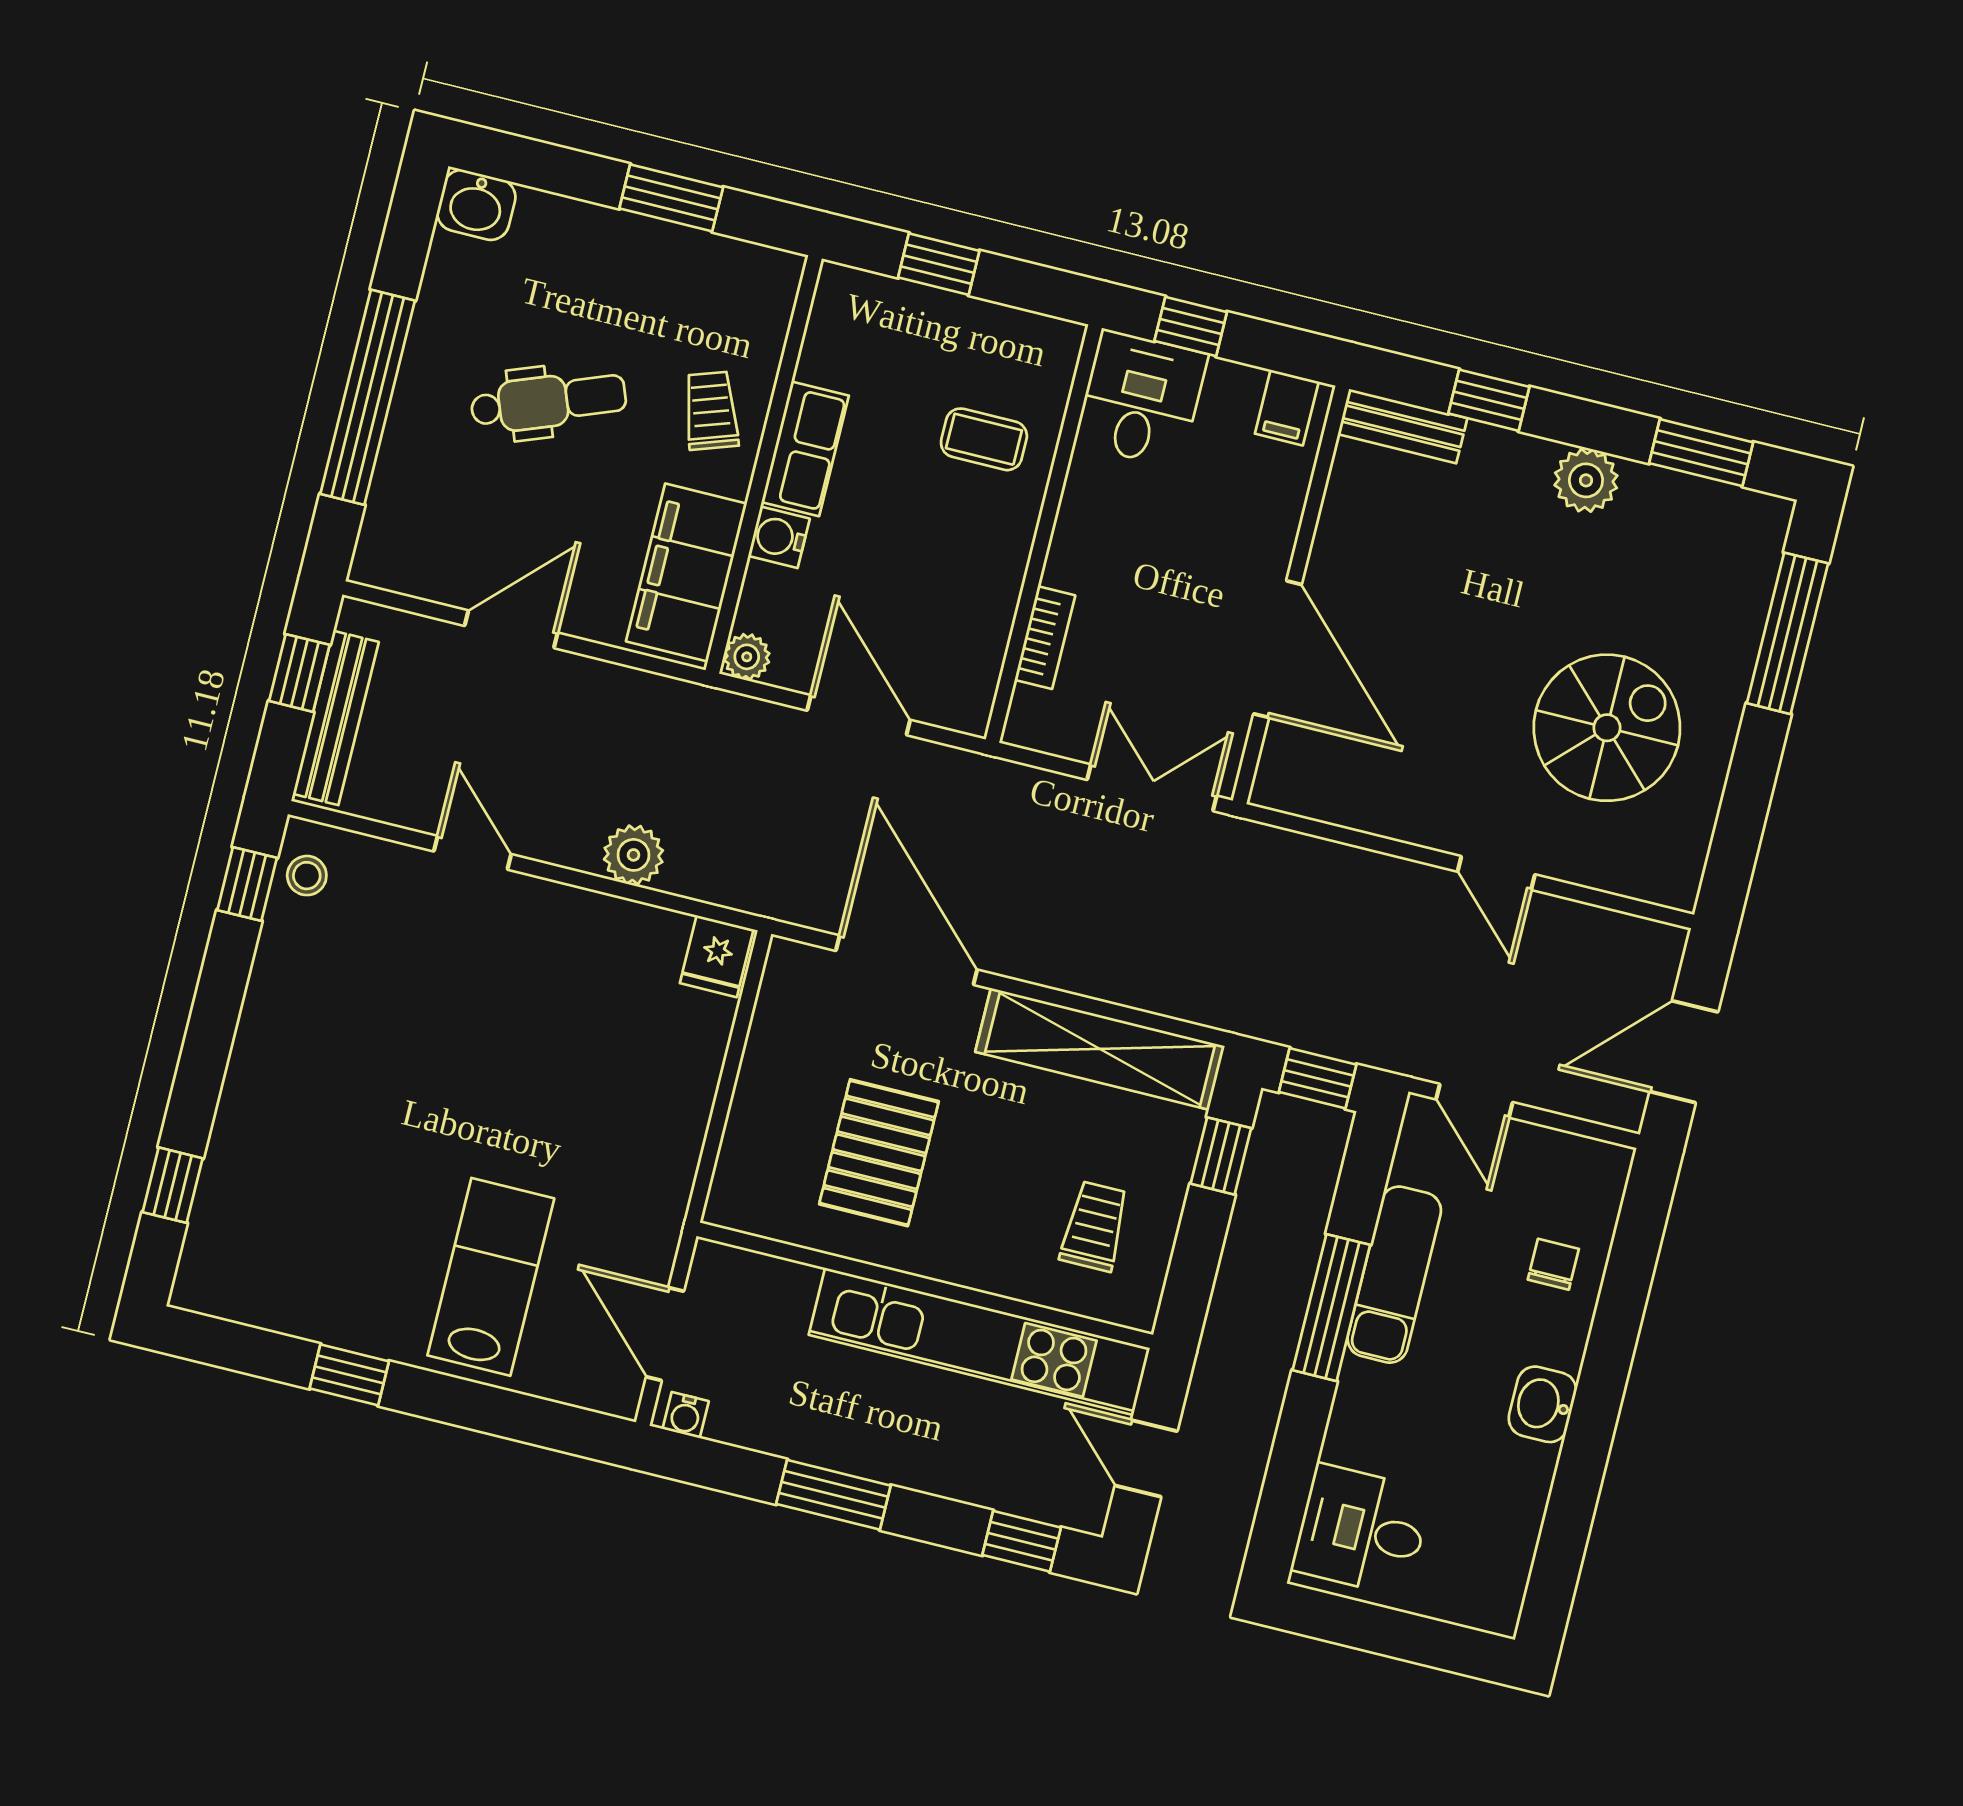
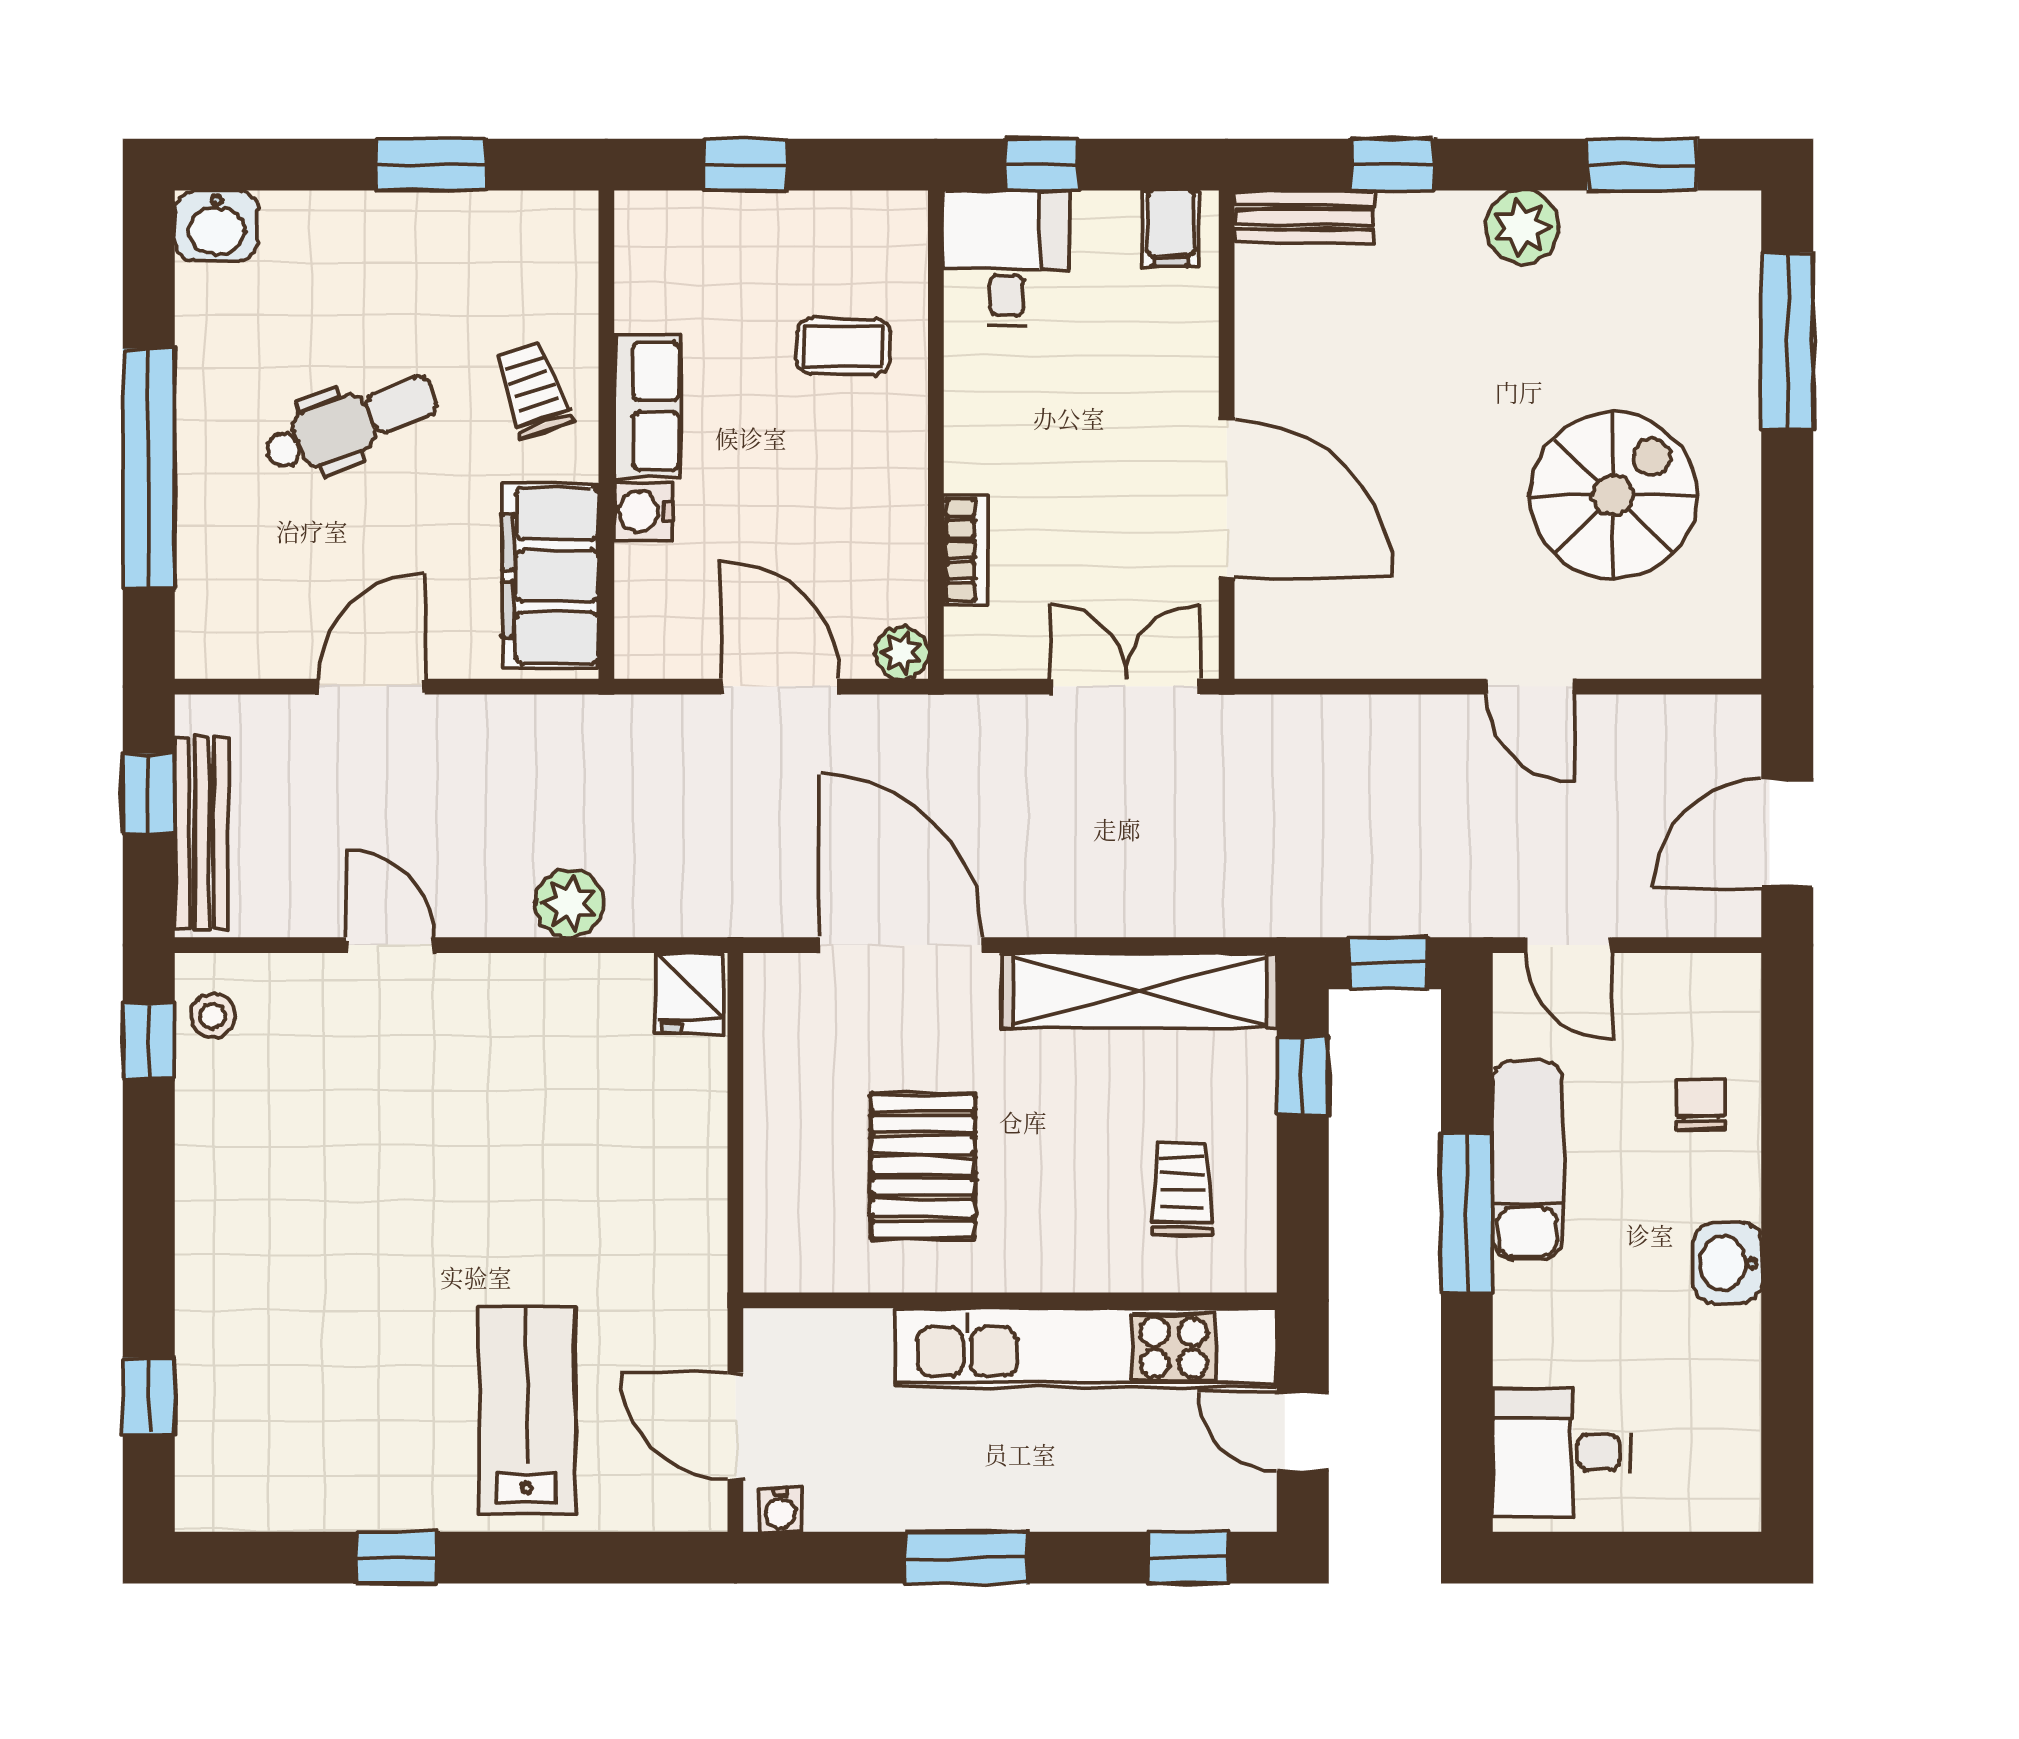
plant: (747, 657) -> (902, 653), moved

